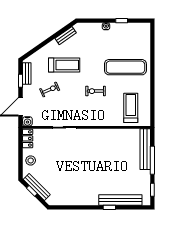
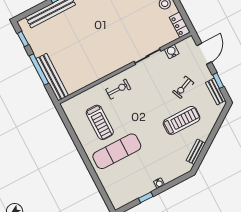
treadmill: (64, 65) -> (182, 120), turned 180
exercise bike: (96, 91) -> (118, 89), moved
treadmill: (131, 108) -> (100, 122), moved
water cooler: (27, 121) -> (172, 51), moved

